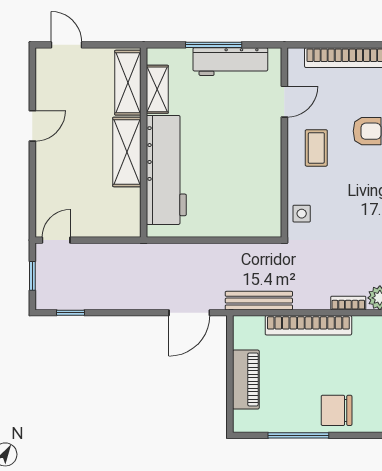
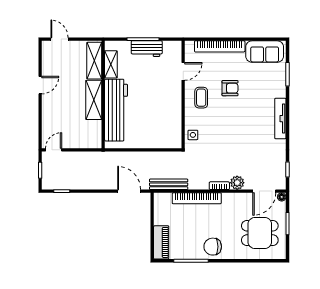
workbench: (230, 62) -> (147, 49), width x0.73
door: (189, 313) -> (129, 191), swing flipped
piano: (246, 380) -> (161, 242), moved

